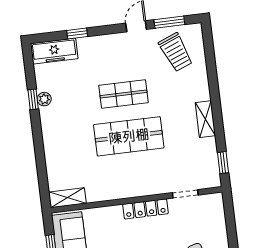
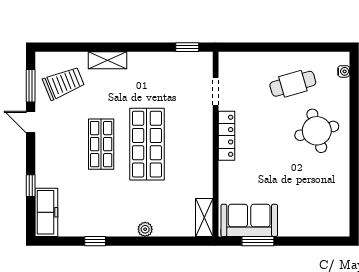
plant: (44, 99) -> (145, 229), moved
shelving: (205, 119) -> (107, 60), moved

